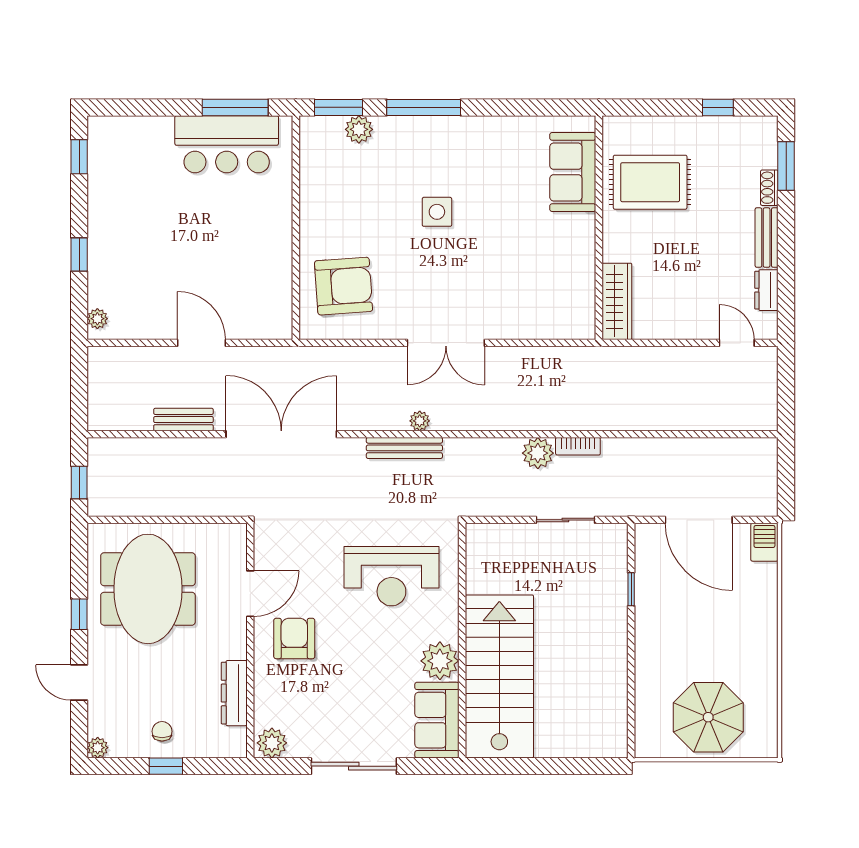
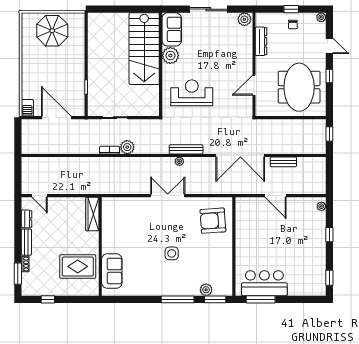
armchair: (294, 638) -> (235, 65), removed

